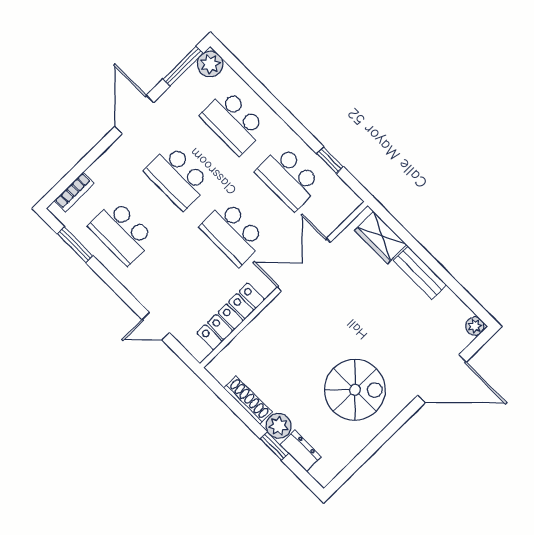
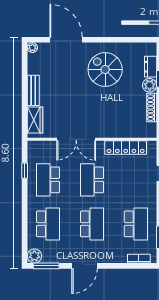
school desk: (289, 178) -> (48, 180), turned 180
school desk: (233, 233) -> (92, 180), turned 180

